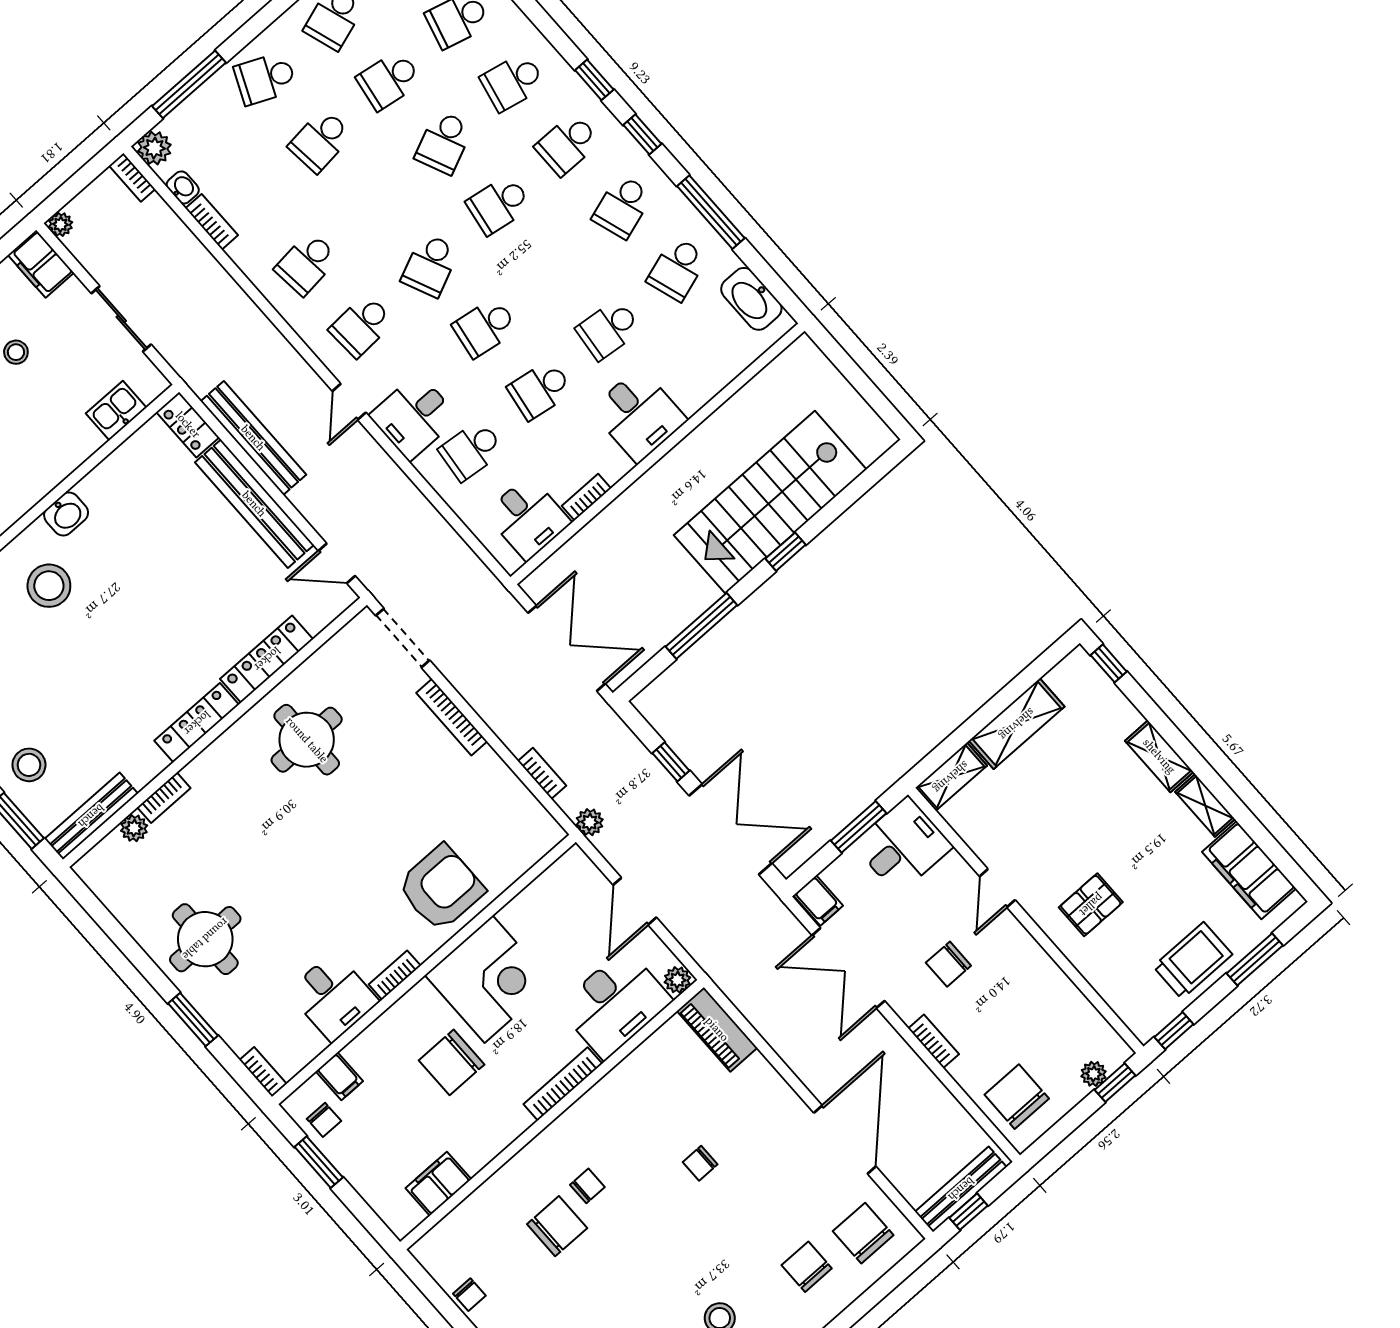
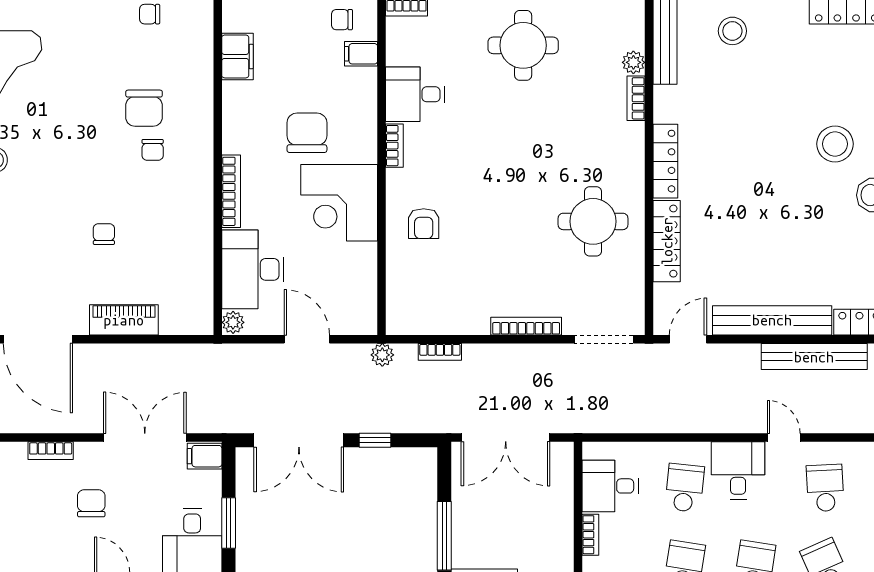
armchair: (441, 888) -> (424, 224), width x0.53, depth x0.53
piano: (717, 1029) -> (124, 320), moved

